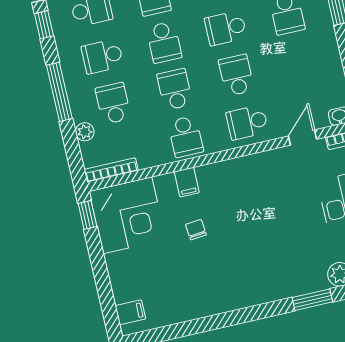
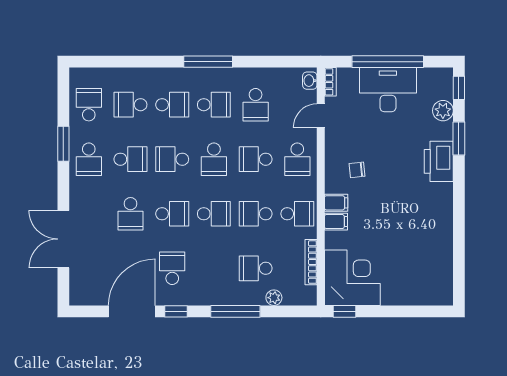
school desk: (102, 56) -> (256, 105), moved
door: (302, 138) -> (321, 116), hinge flipped
bookcase: (111, 170) -> (311, 262), moved
chair: (196, 230) -> (357, 170), moved
printer: (281, 283) -> (439, 161), added
filing cabinet: (130, 312) -> (336, 203), moved, turned 90

